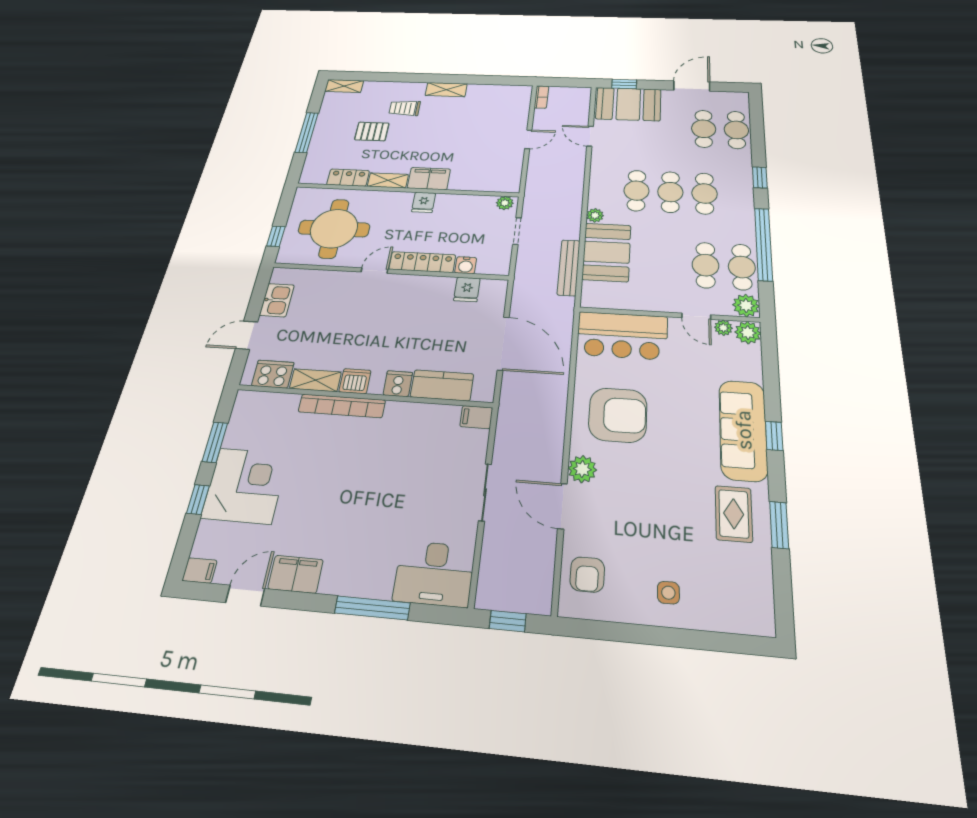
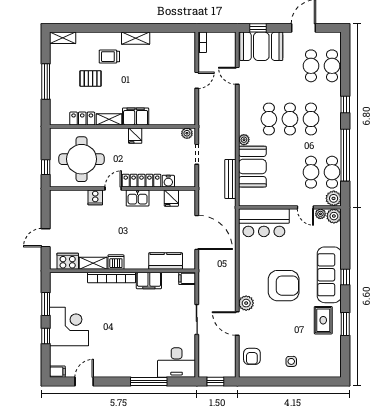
kitchen sink: (277, 300) -> (138, 198), moved, turned 90
cooker: (398, 384) -> (95, 197), moved, turned 180
armchair: (618, 415) -> (284, 286), moved
filing cabinet: (296, 574) -> (149, 280), moved, turned 180

